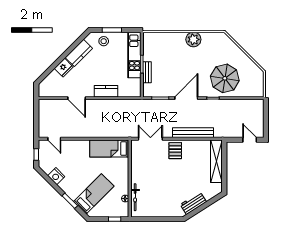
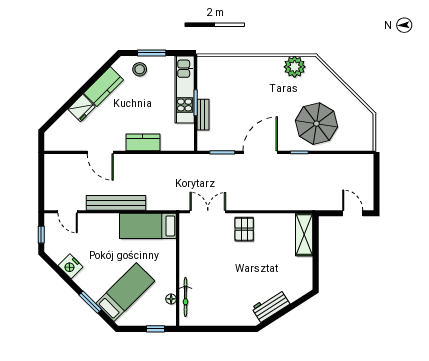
plant: (193, 39) -> (295, 67), moved
bench: (193, 133) -> (116, 203), moved
shelving: (216, 161) -> (304, 235), width x0.68

